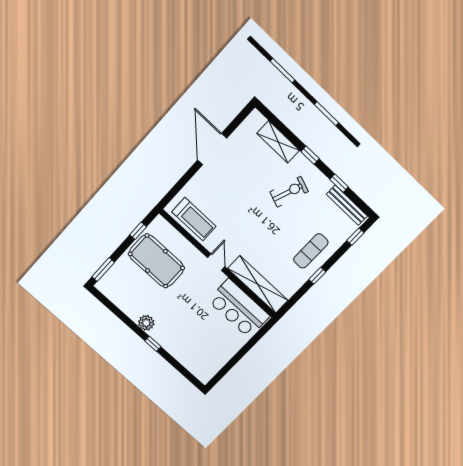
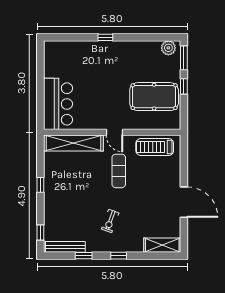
shelving: (278, 142) -> (162, 245), moved
exercise bike: (289, 192) -> (110, 221), width x0.73, depth x0.72
window: (138, 231) -> (184, 86), moved
exercise mat: (311, 251) -> (119, 171), moved
bar counter: (239, 308) -> (58, 104), moved, turned 90
plant: (146, 323) -> (168, 48), moved

